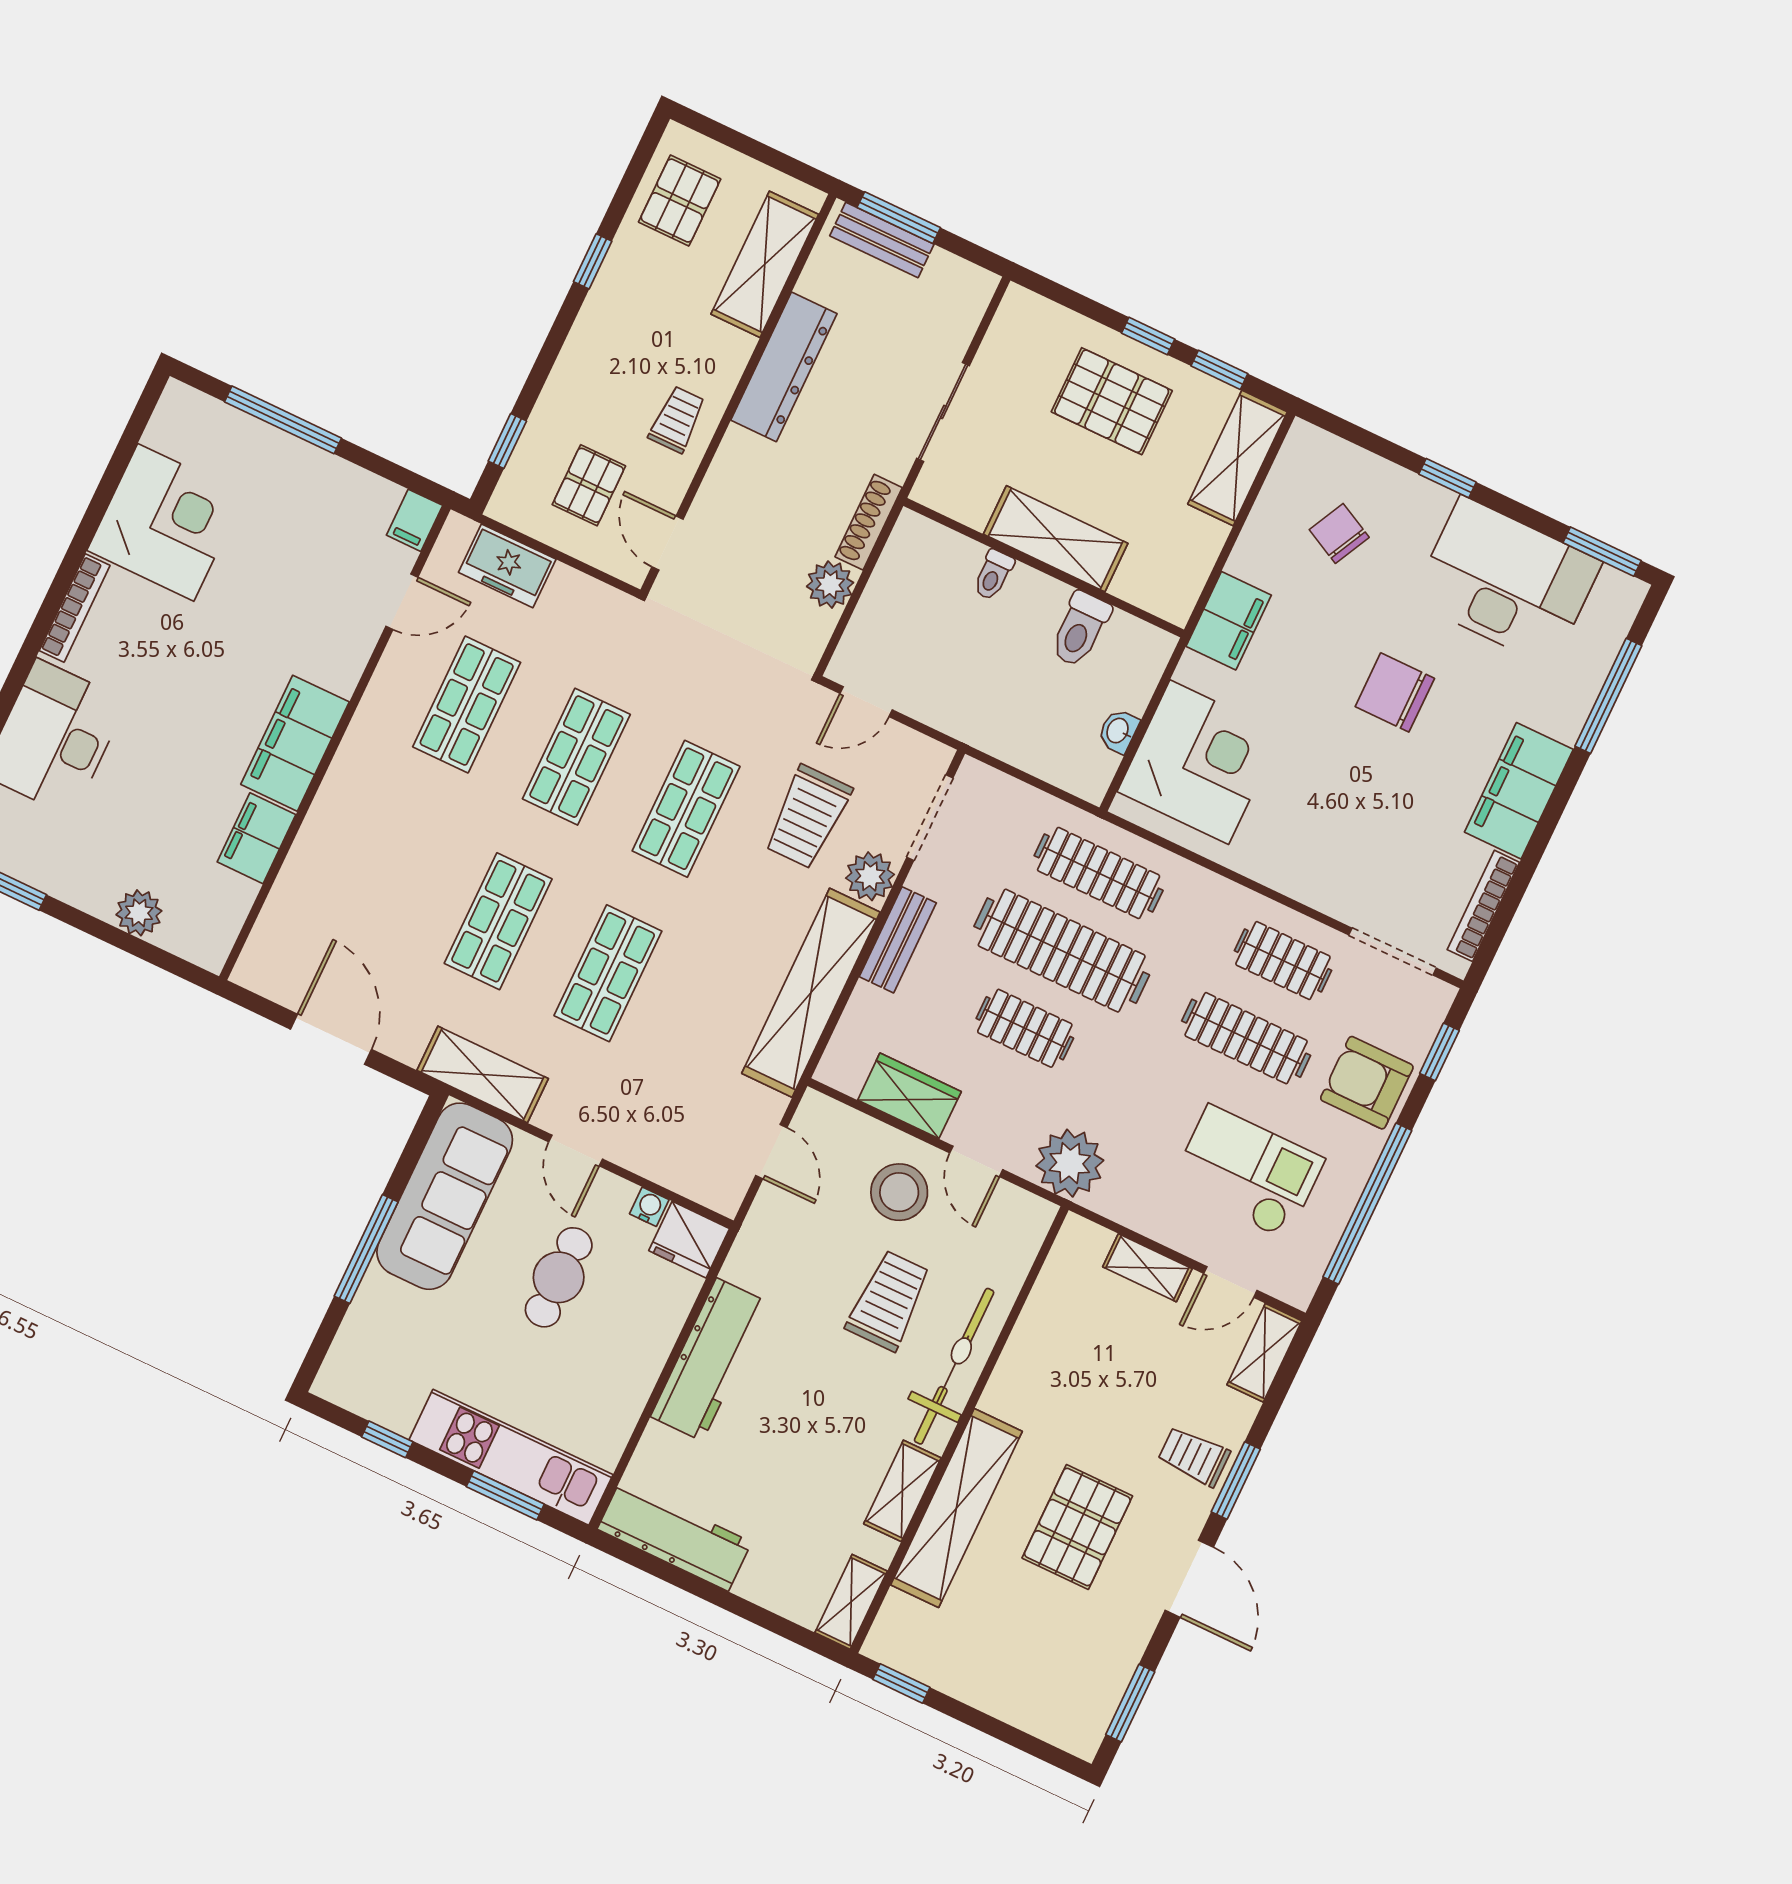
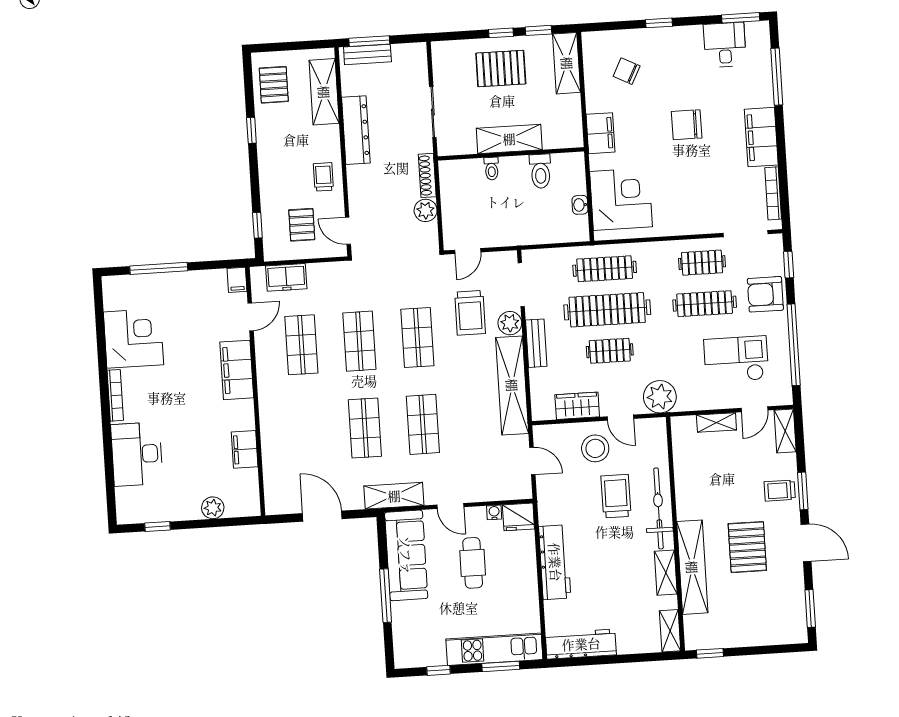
desk: (1506, 581) -> (725, 45), width x0.53, depth x0.77
filing cabinet: (295, 743) -> (237, 370), moved

